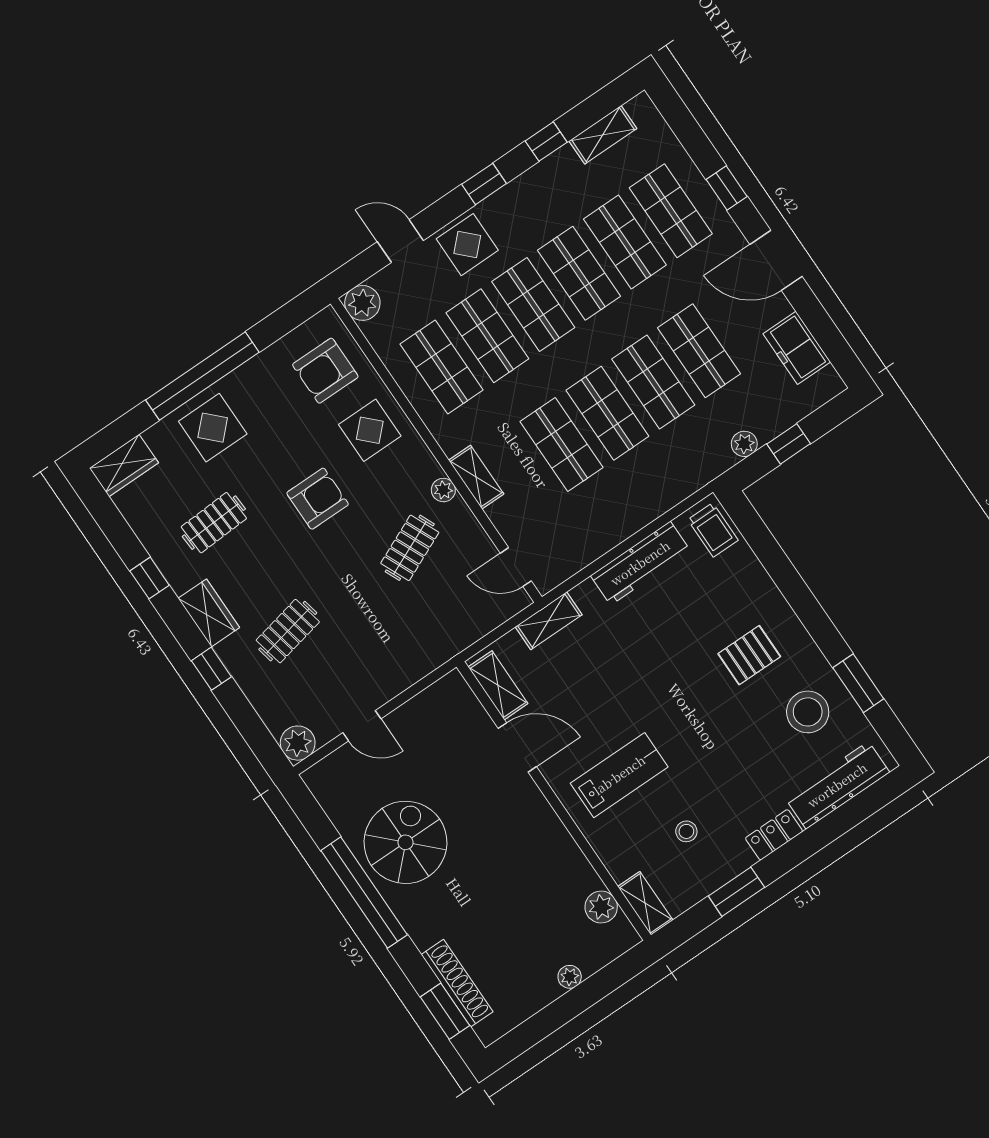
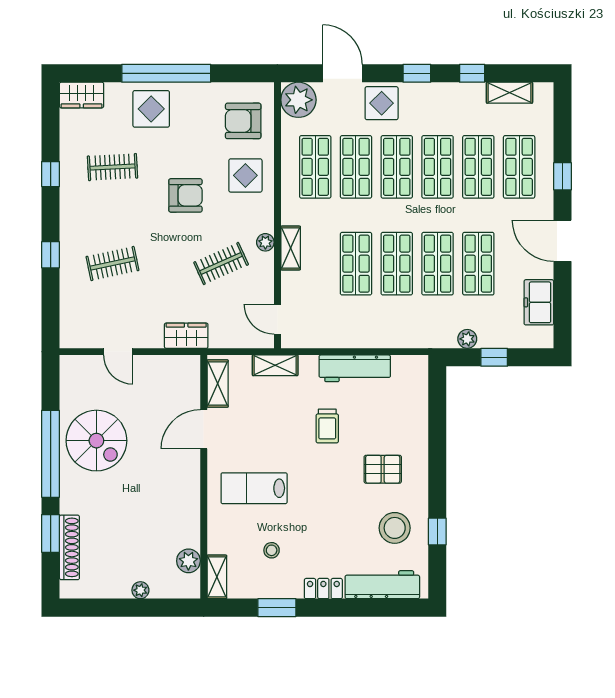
door: (400, 241) -> (342, 73), width x1.38
plant: (362, 303) -> (298, 100), width x1.36, depth x1.36
trolley: (713, 530) -> (327, 426), moved
wardrobe: (209, 613) -> (186, 336), moved, turned -90
window: (858, 683) -> (437, 531), width x0.67
plant: (298, 743) -> (72, 336), removed
door: (517, 747) -> (204, 429), swing flipped
lab bench: (619, 775) -> (254, 488), turned 180
spiral stairs: (406, 842) -> (96, 441), turned 90
window: (445, 1011) -> (51, 533), moved

